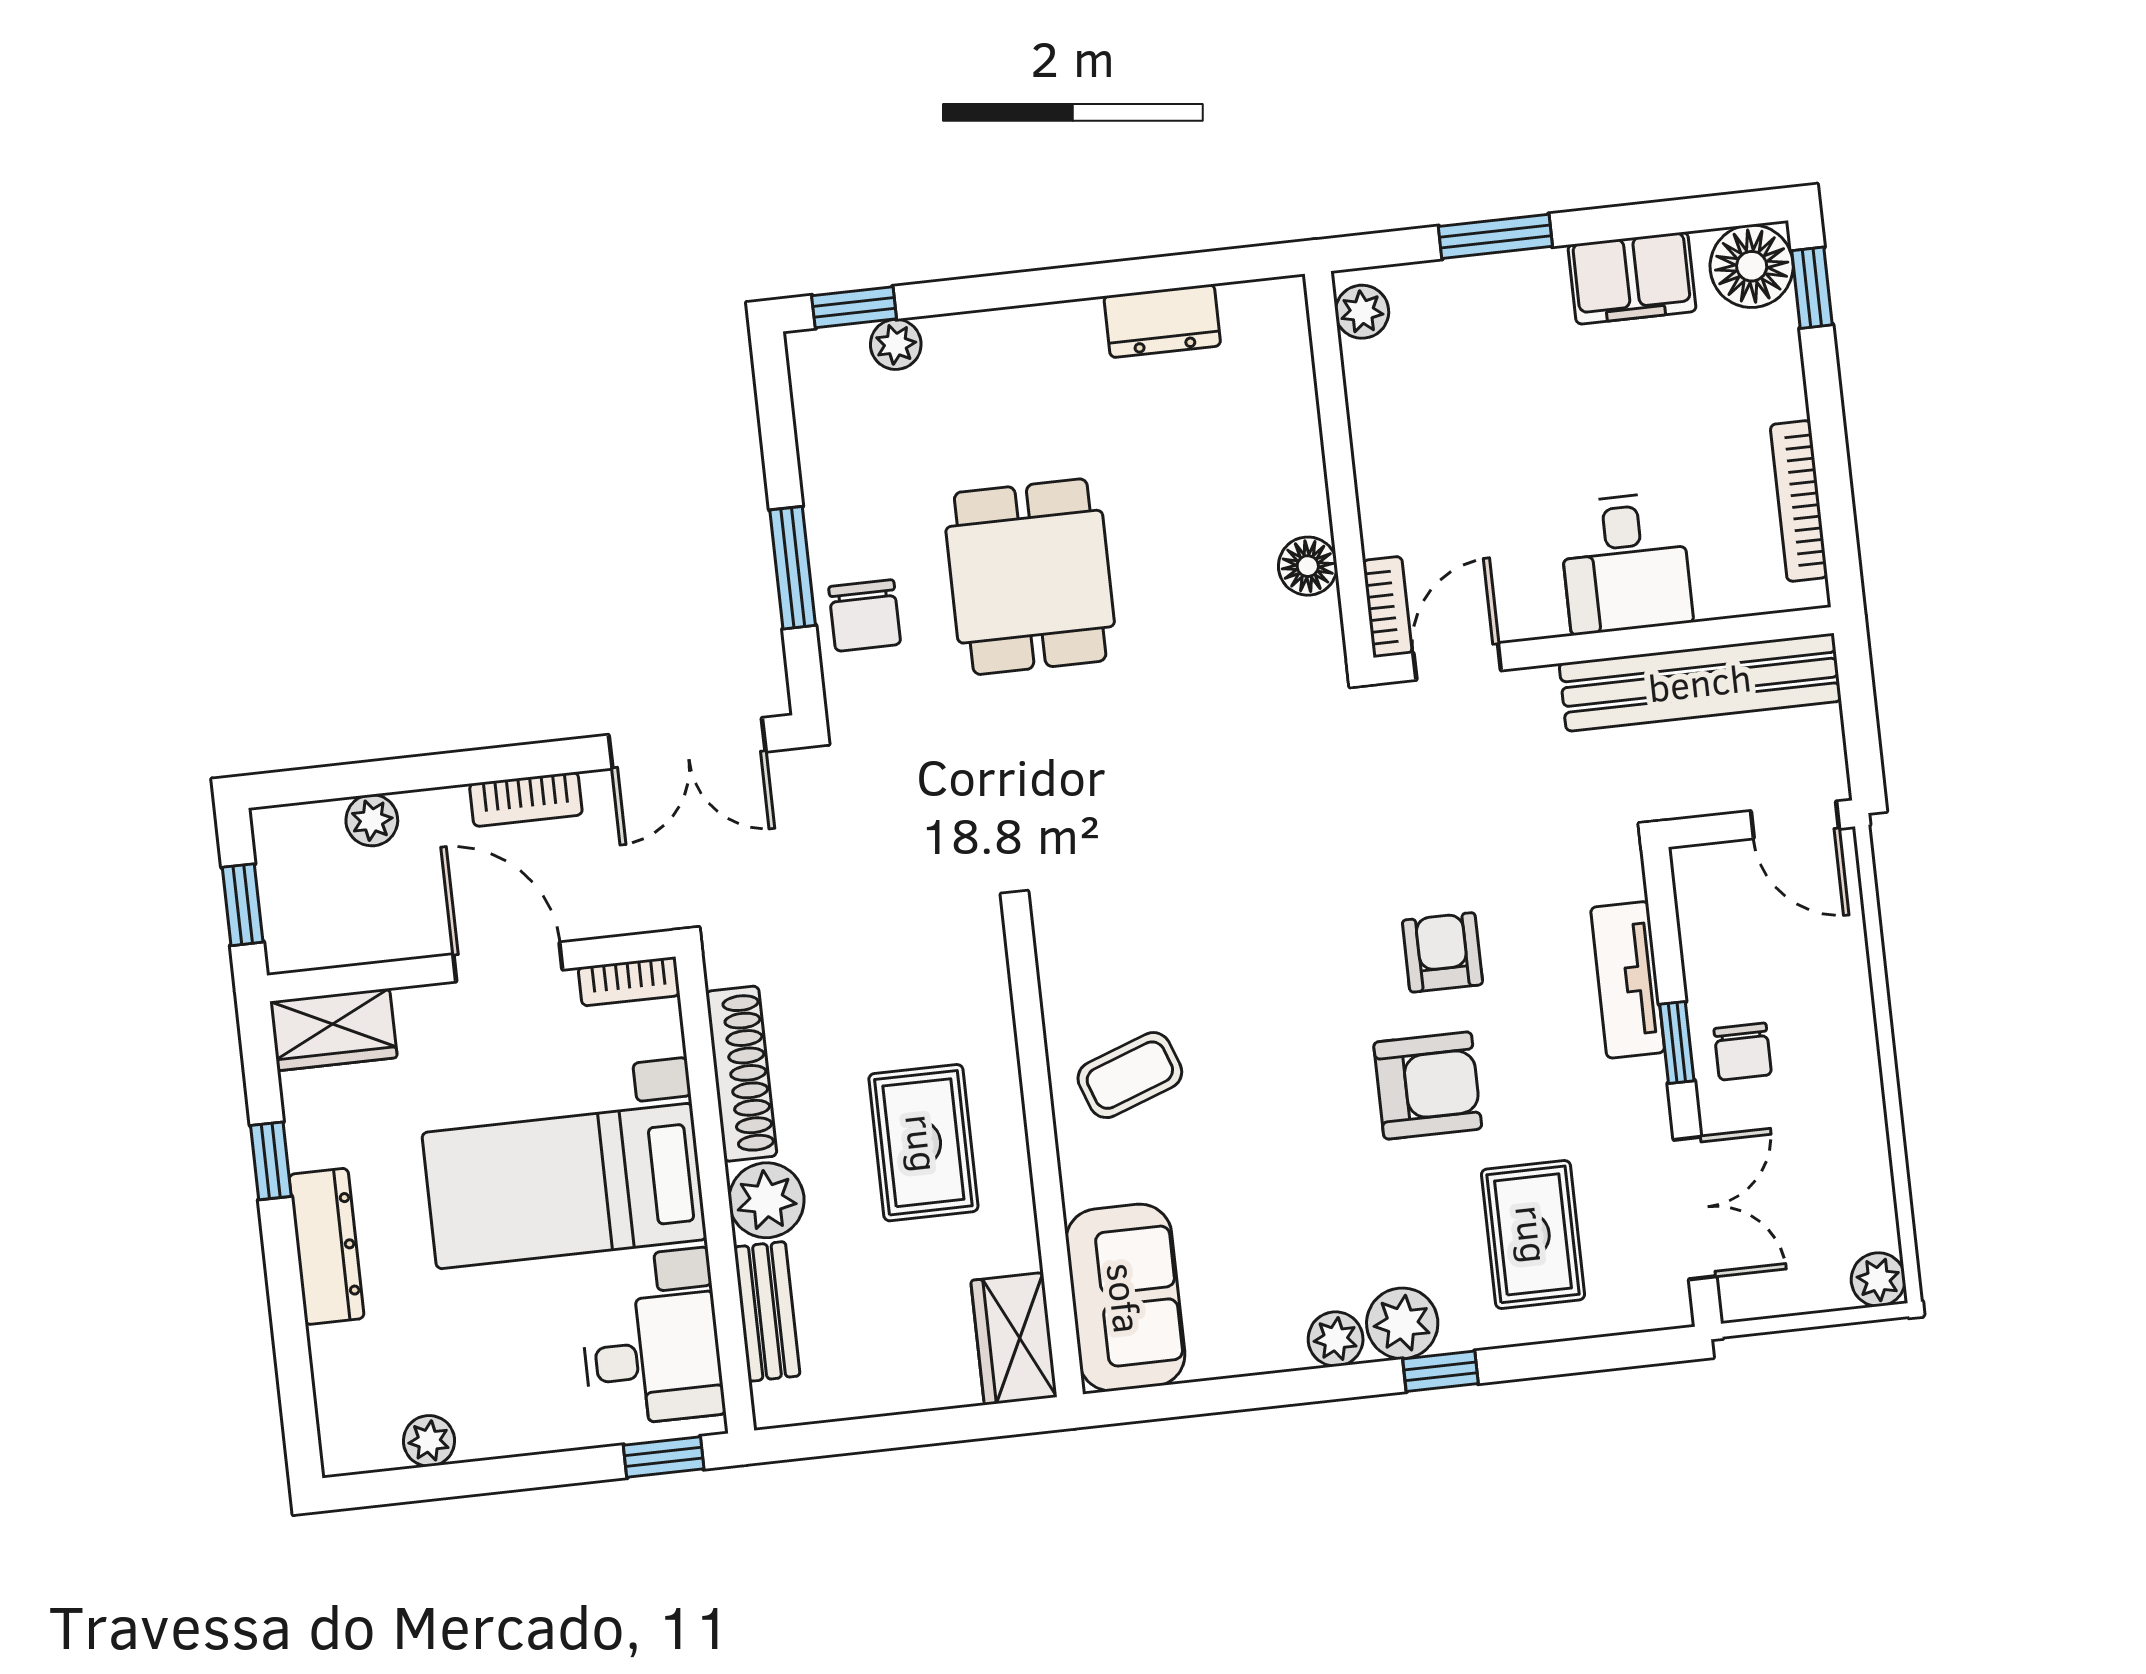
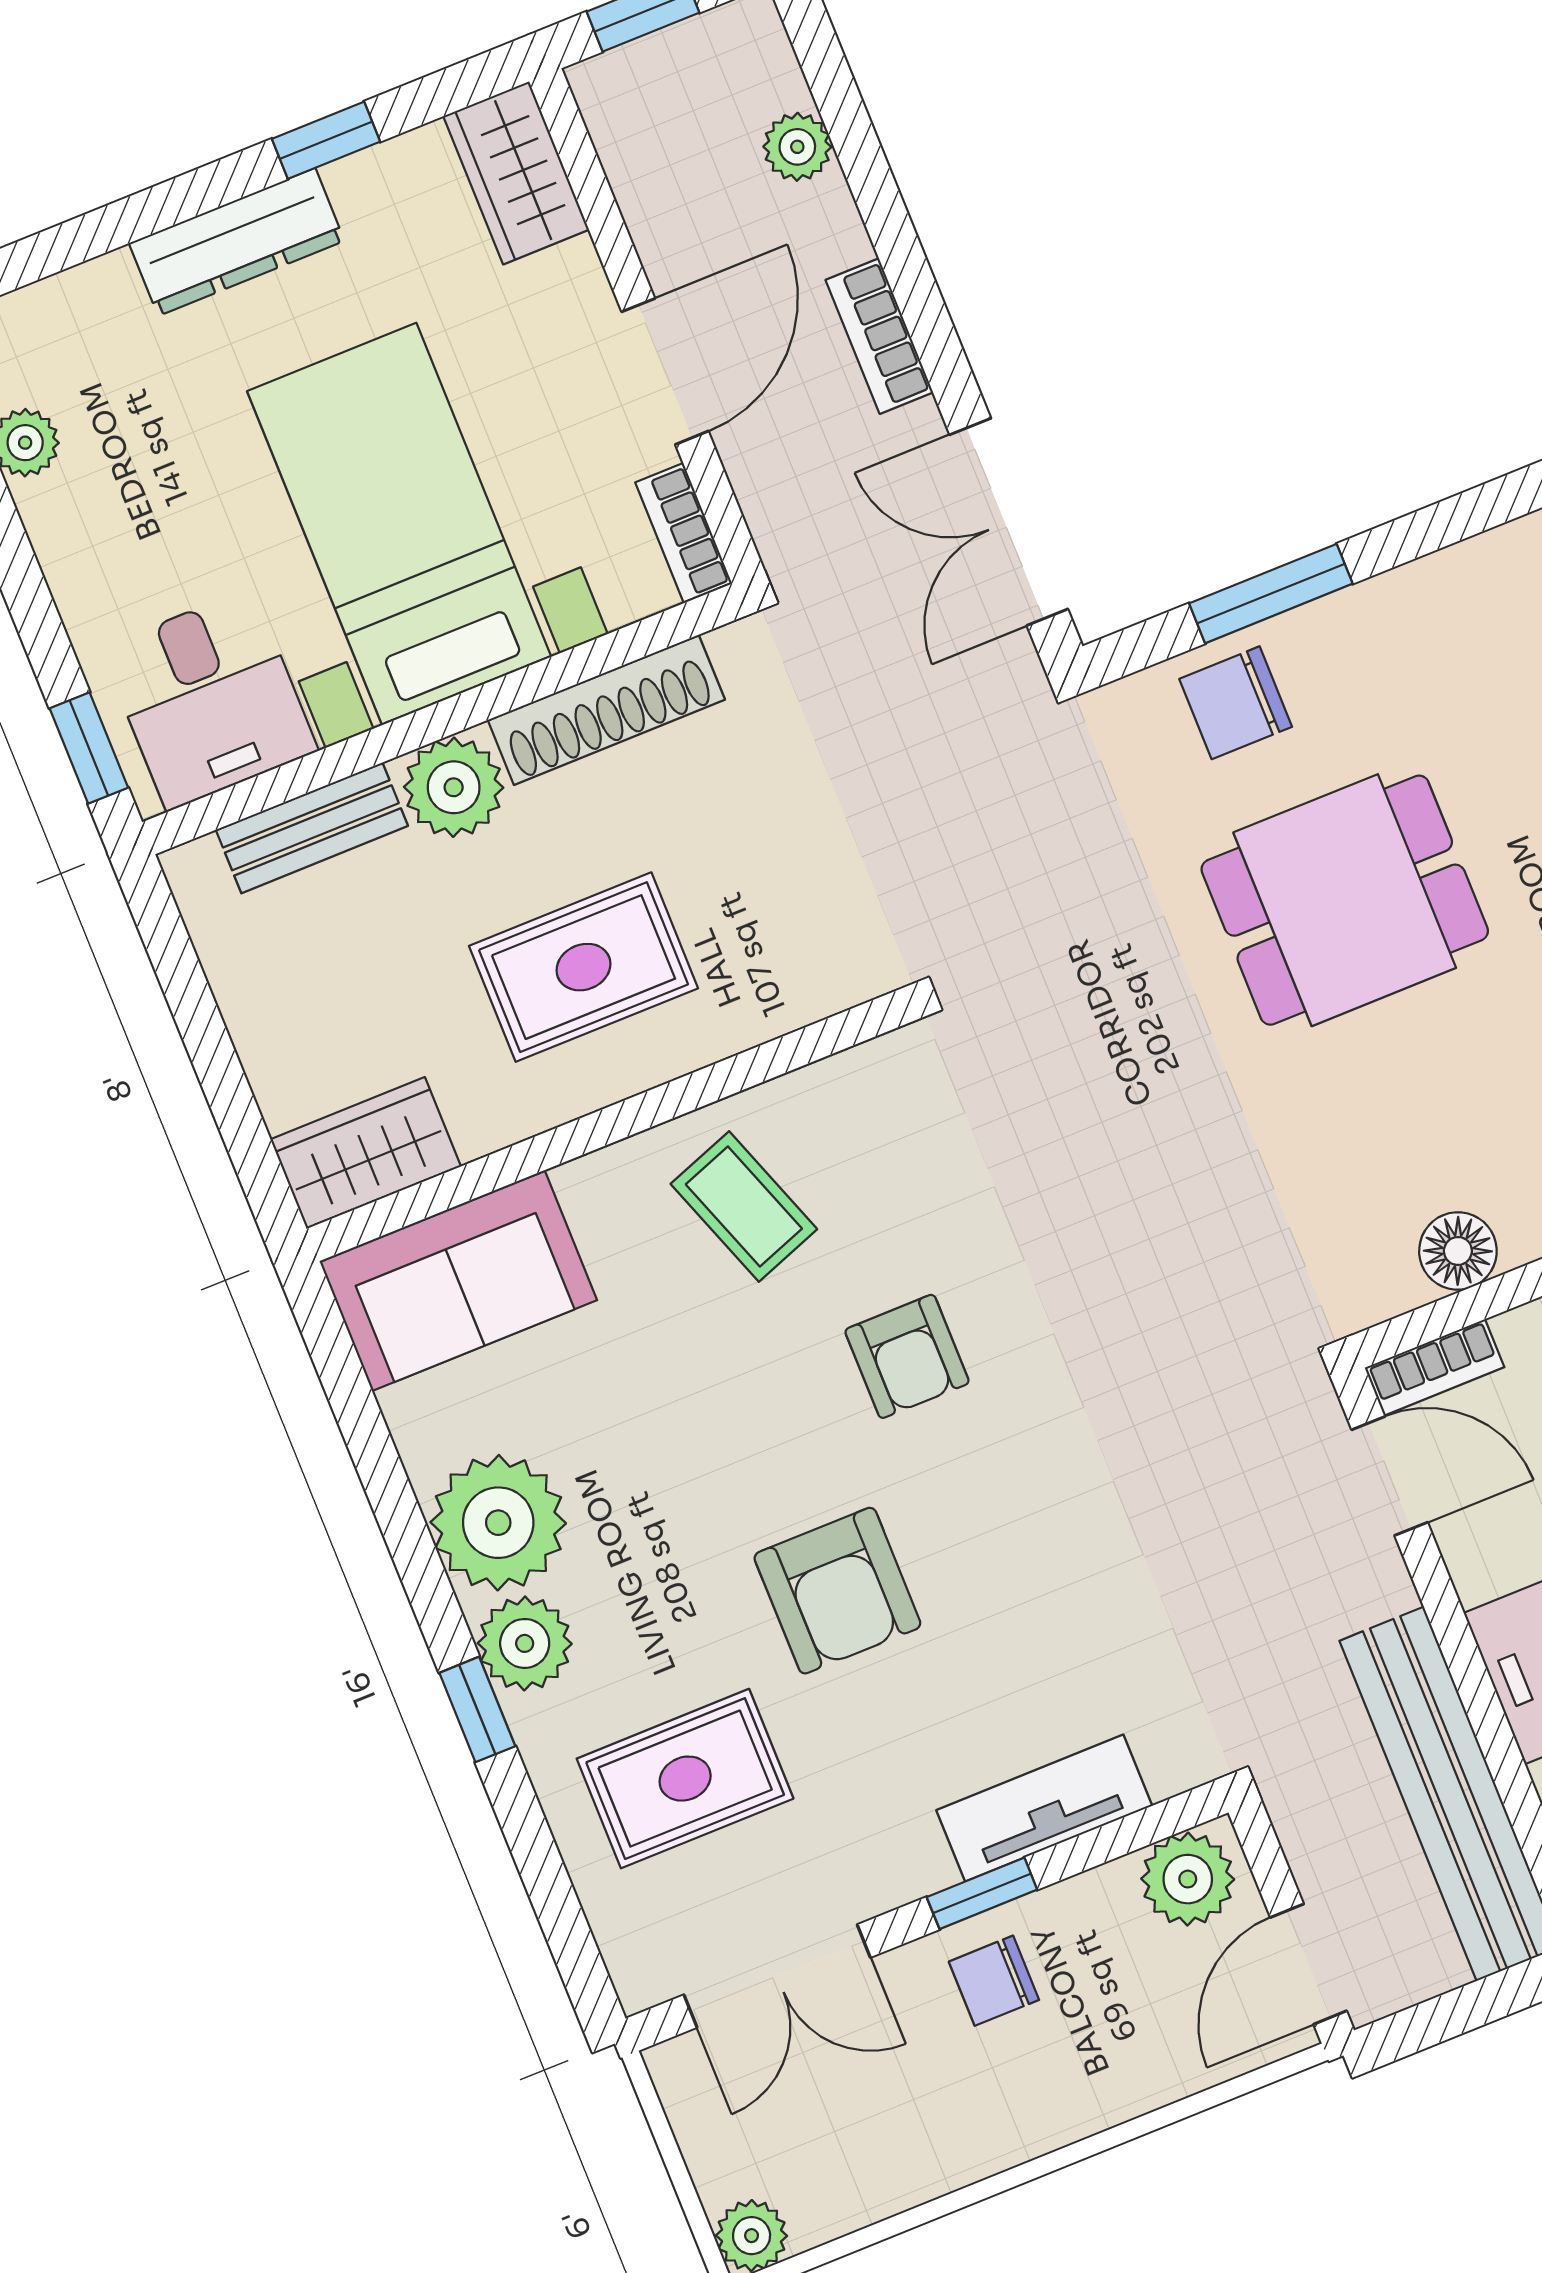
plant: (1708, 890) -> (1188, 1879), added
armchair: (1442, 952) -> (907, 1356), moved, turned 90
plant: (1336, 1339) -> (498, 1523), width x1.87, depth x1.87

